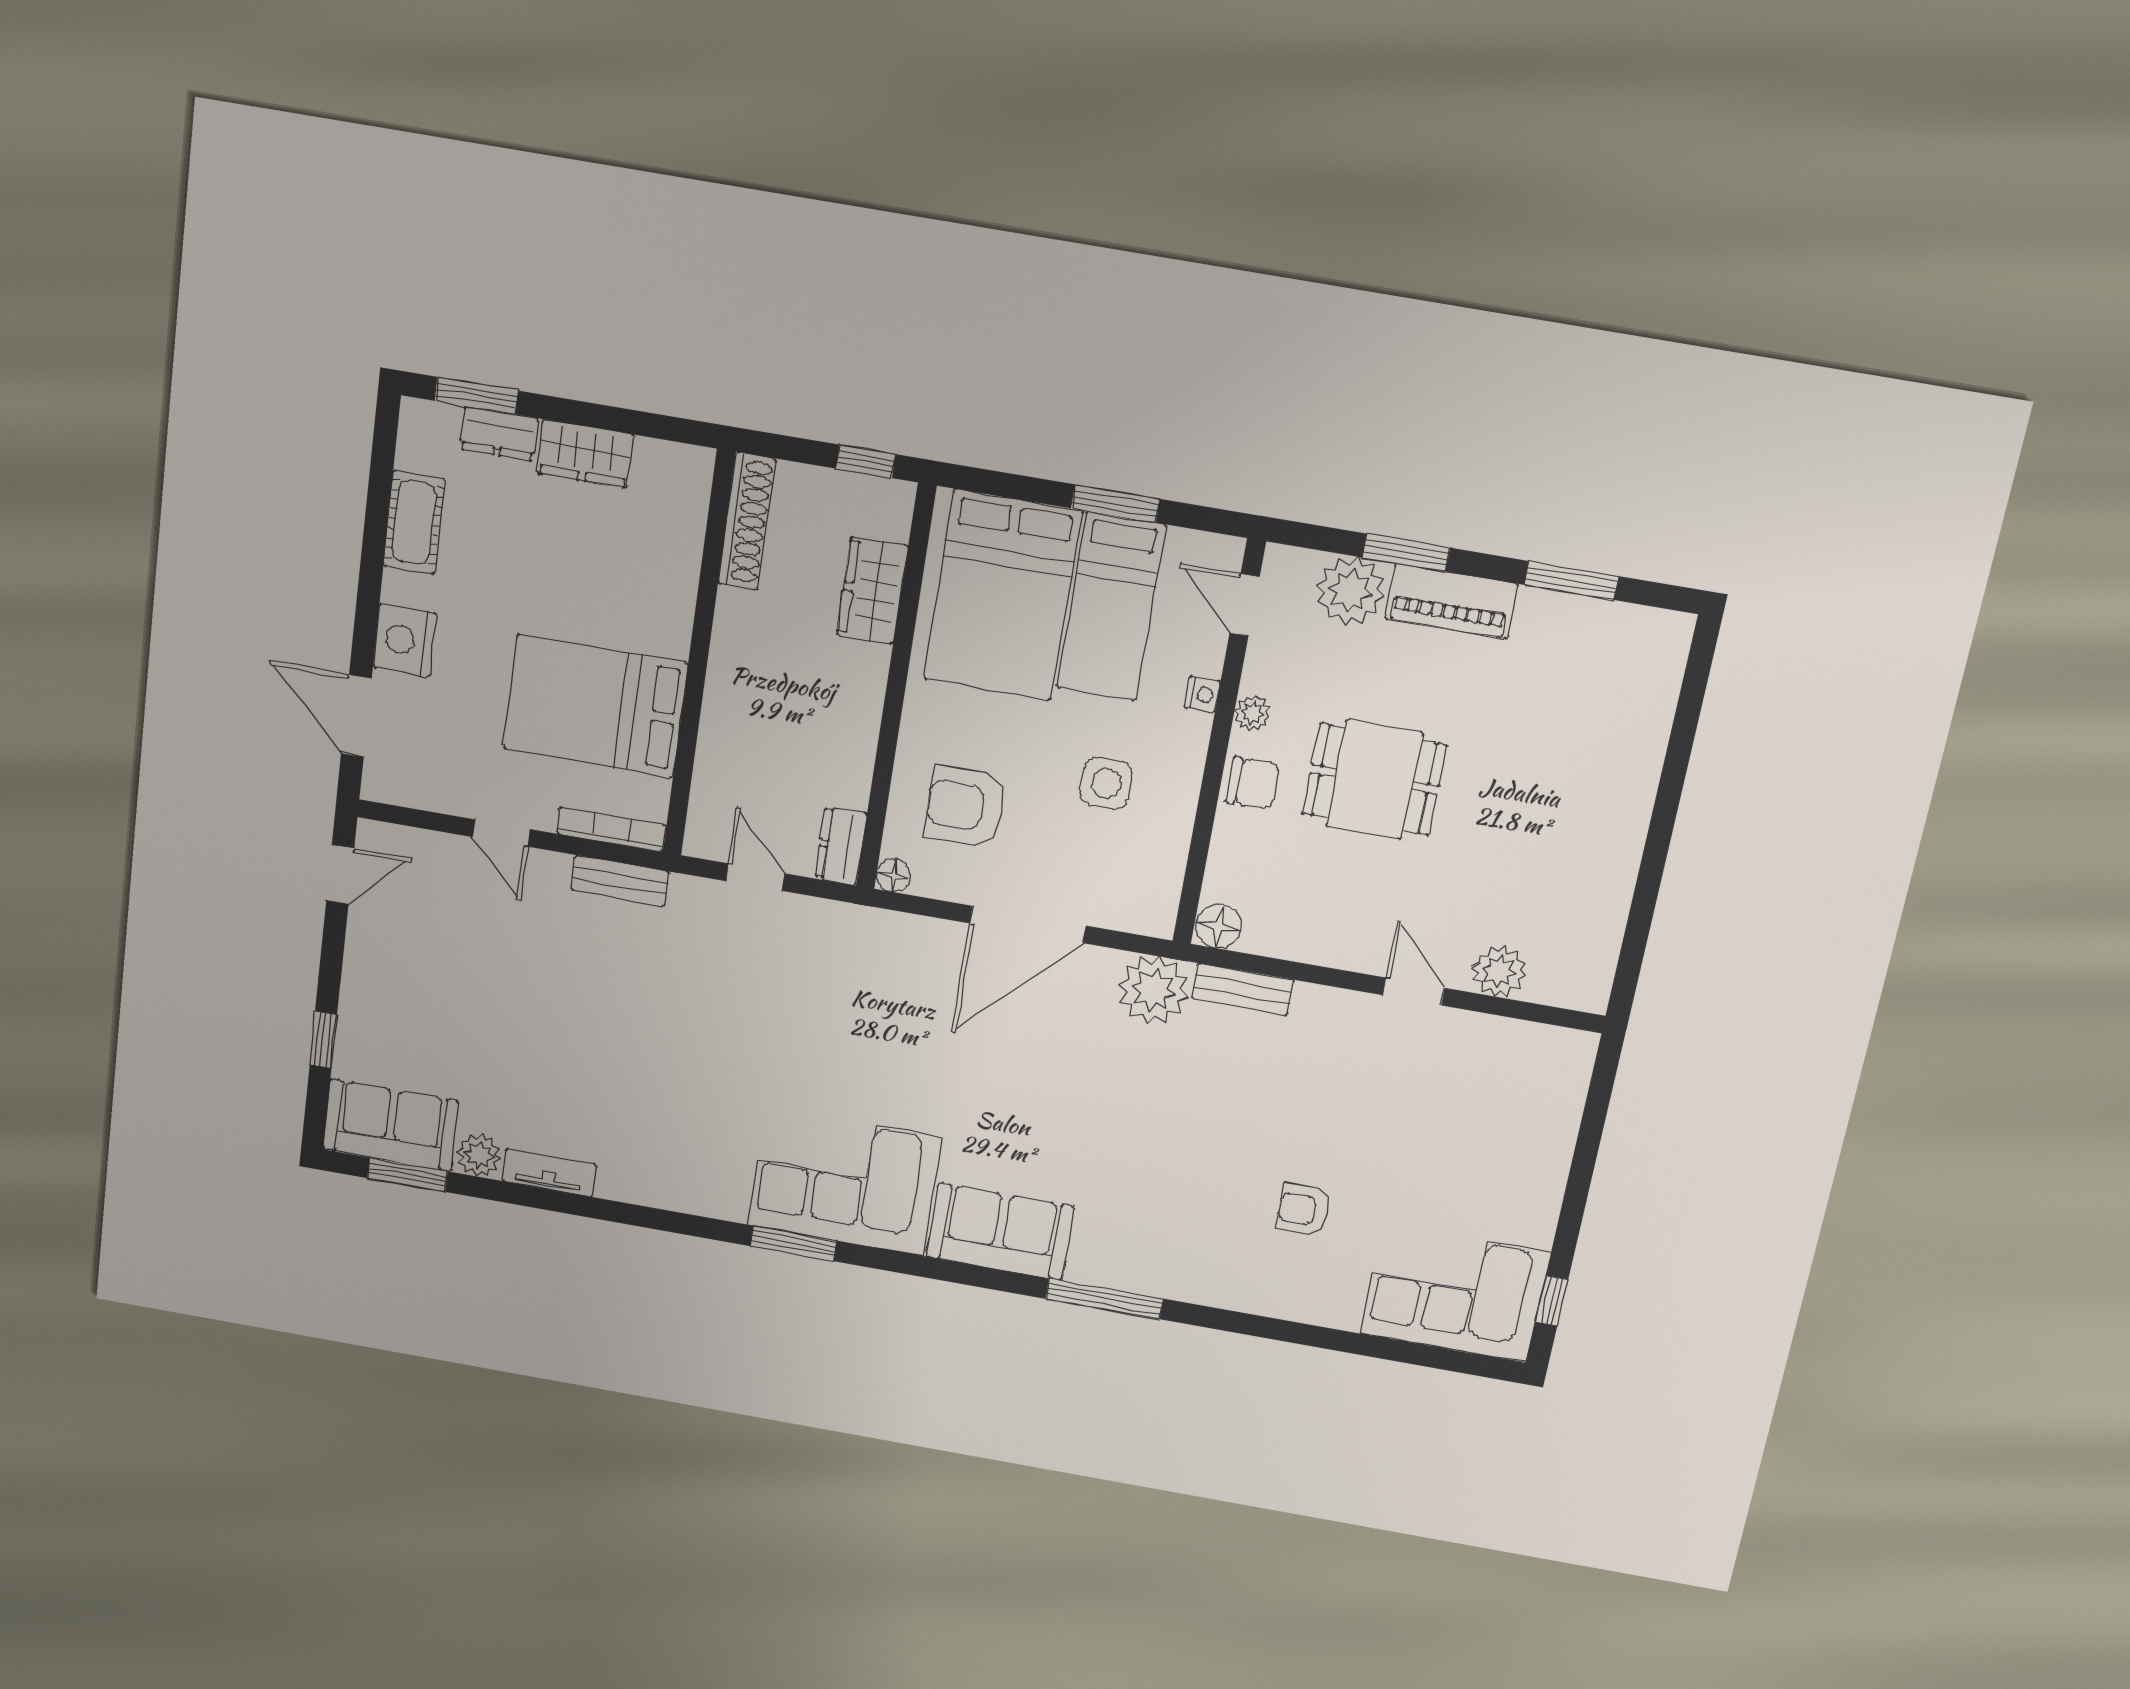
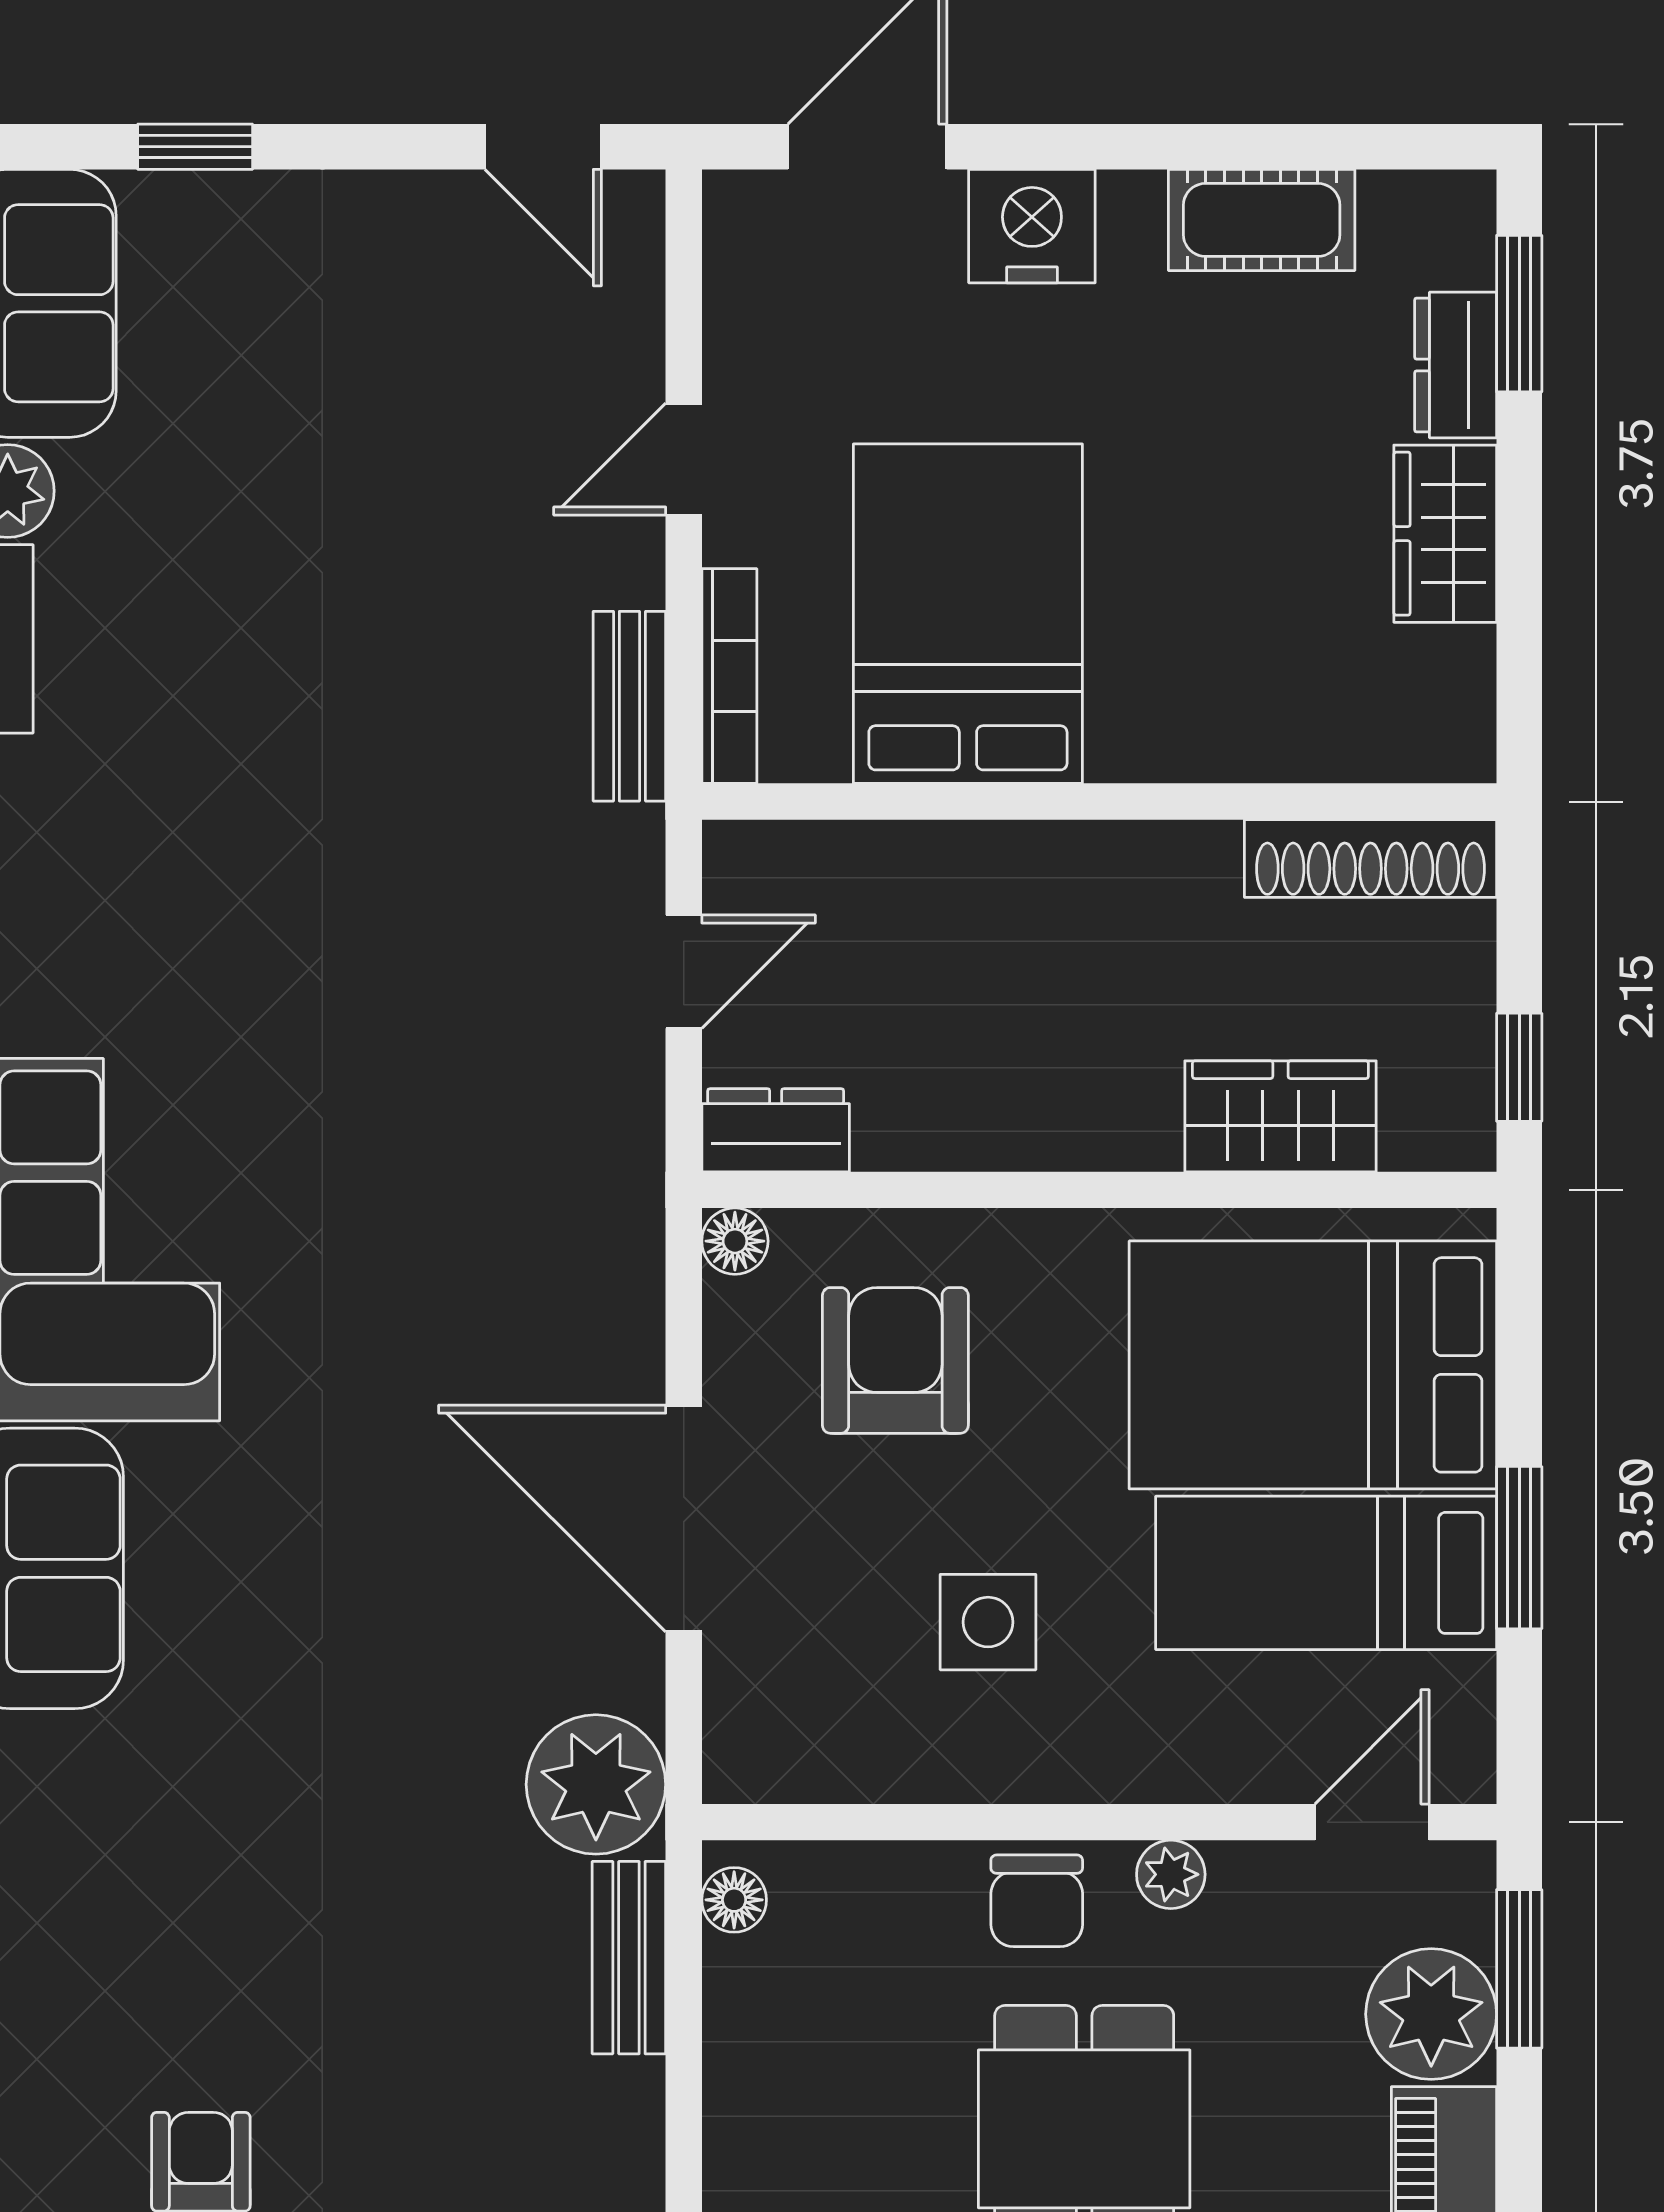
window: (1406, 553) -> (1519, 1969), moved
nightstand: (1202, 694) -> (1191, 1774), removed
floor lamp: (1219, 926) -> (734, 1900), width x0.73, depth x0.73

